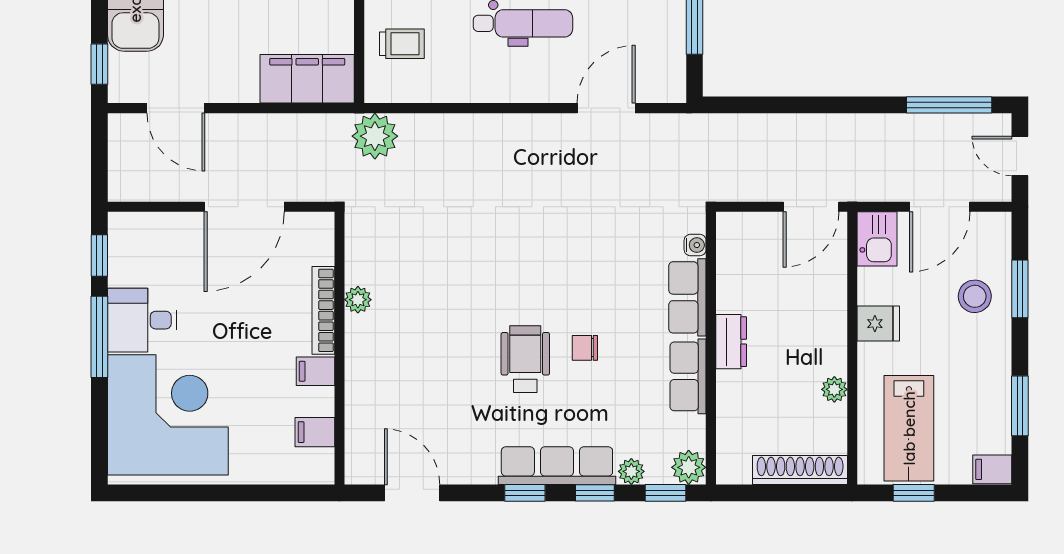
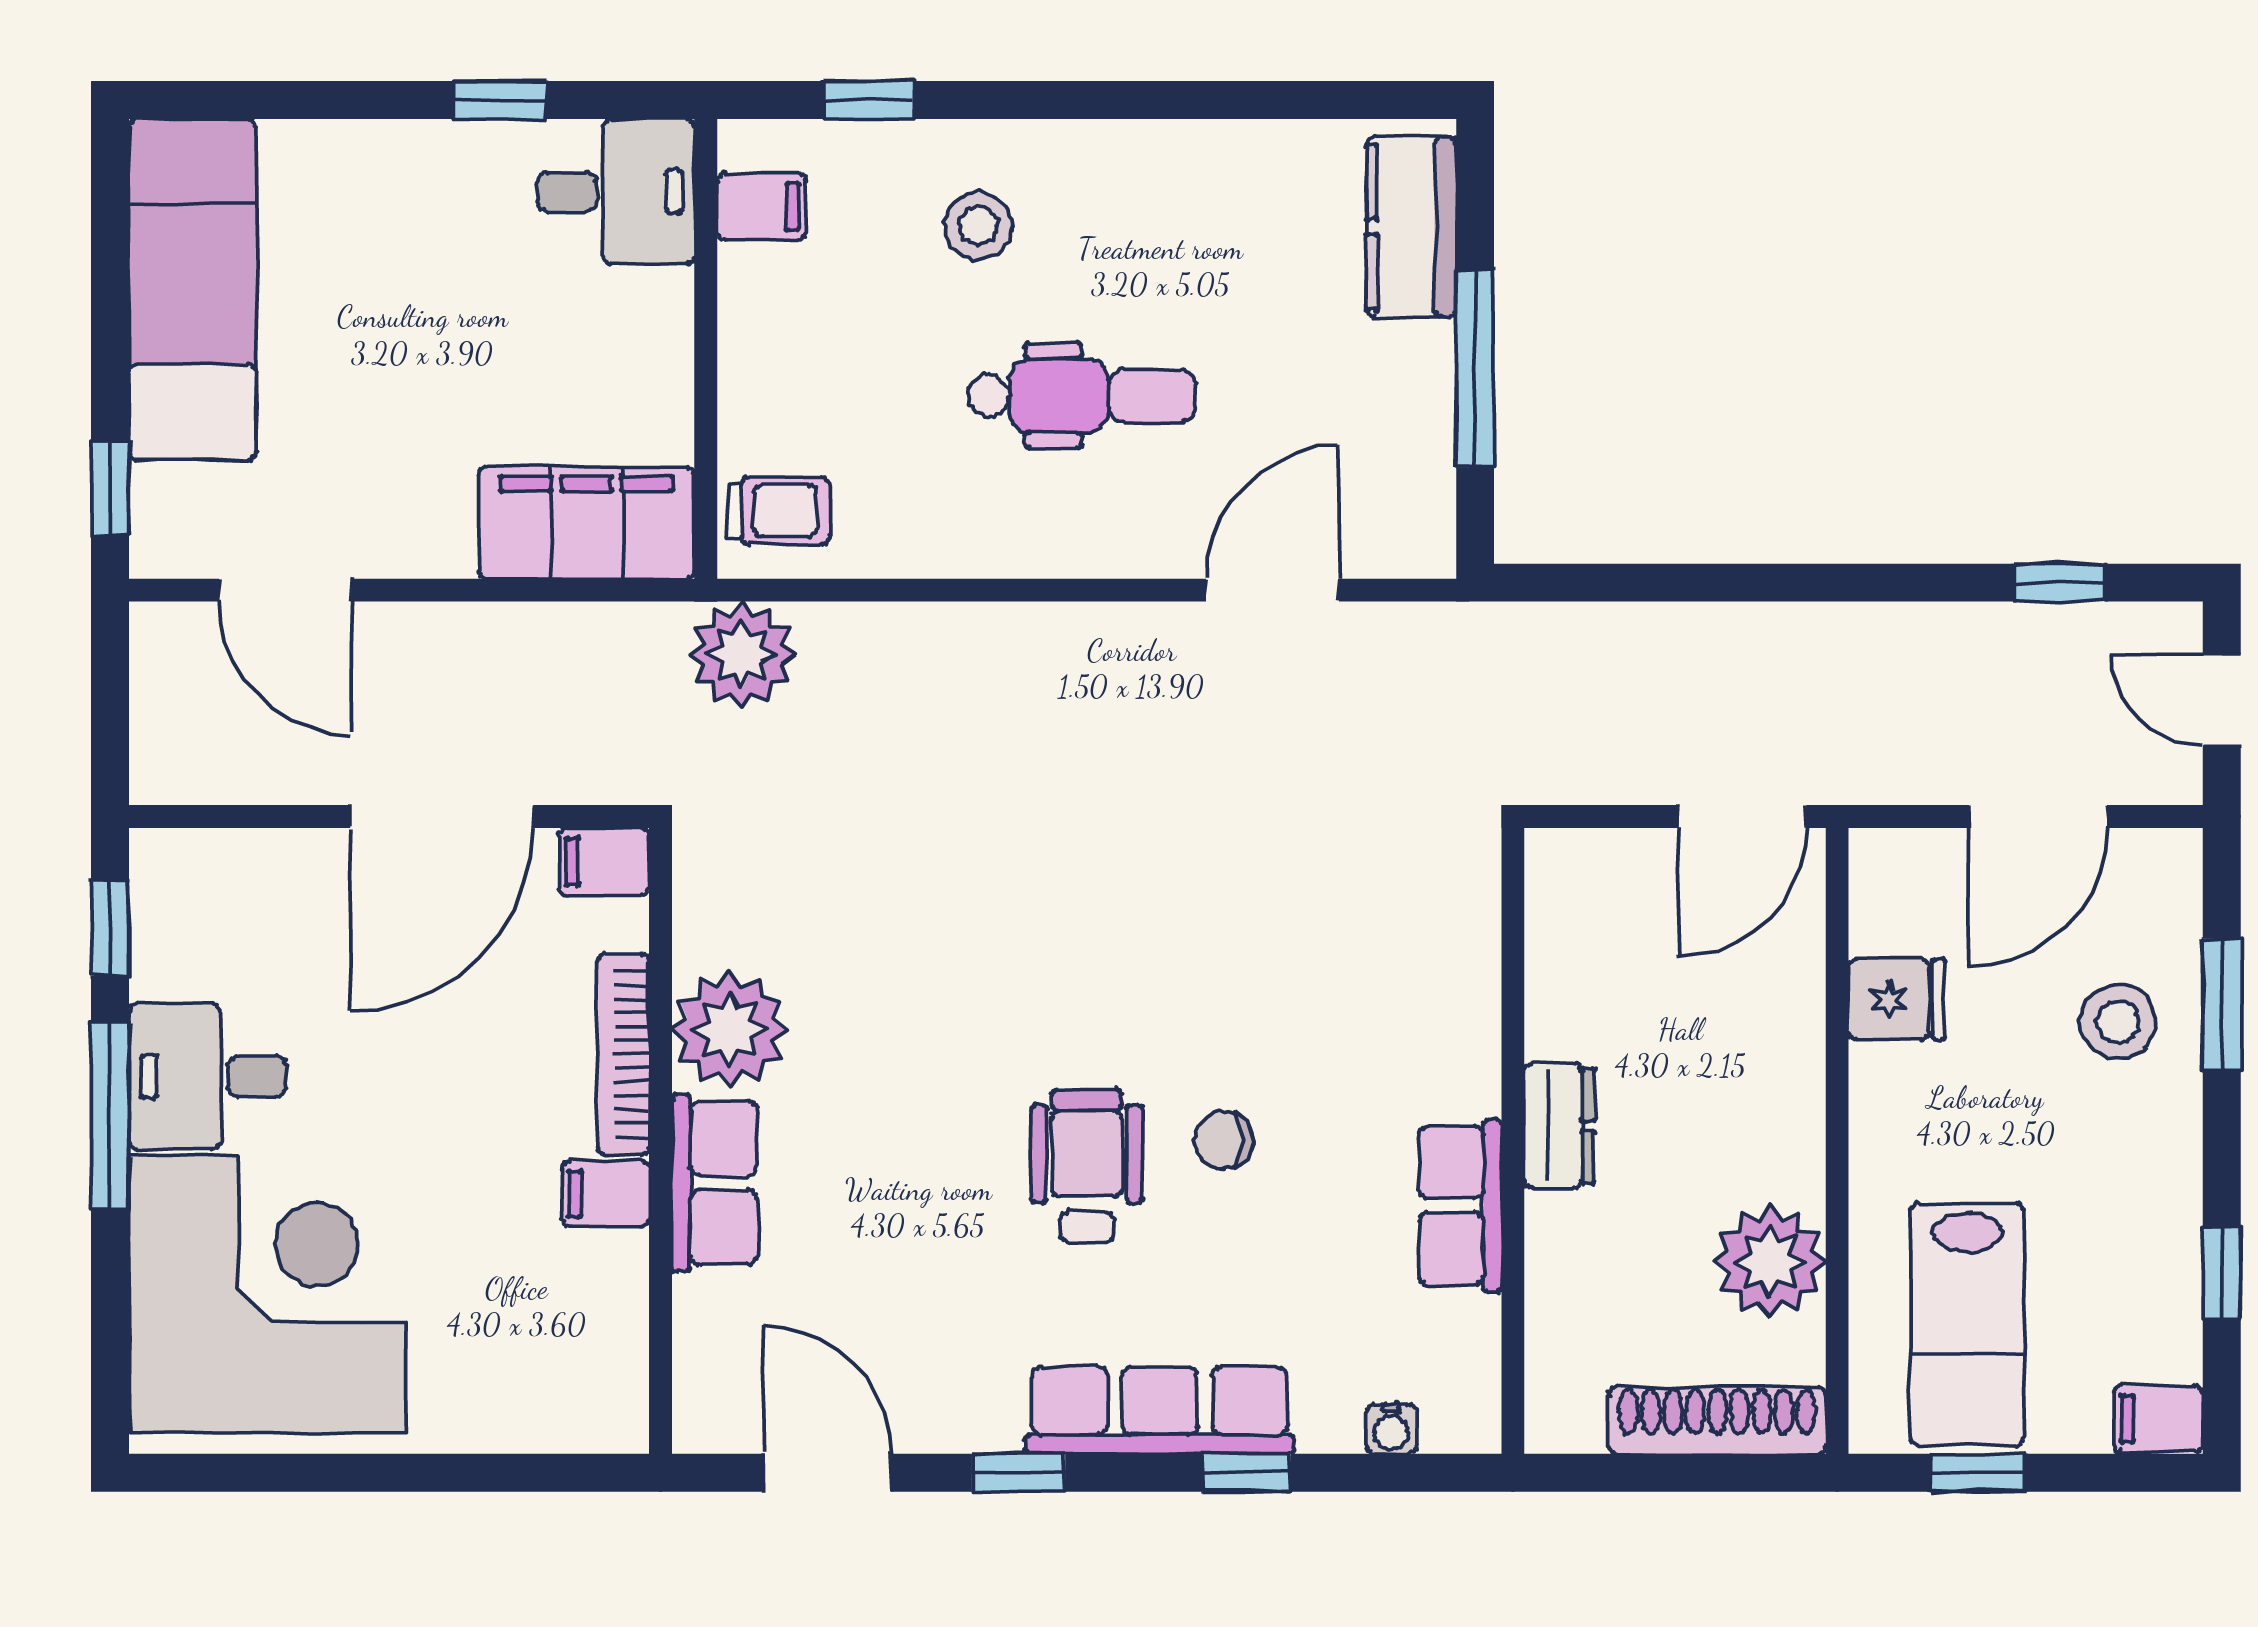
trolley: (402, 44) -> (778, 511), moved
window: (949, 105) -> (2059, 583), width x0.46
kitchen sink: (877, 239) -> (1894, 890), removed
water cooler: (695, 245) -> (1391, 1429), moved, turned 90
row of seats: (687, 297) -> (714, 1183), moved, turned 180
plant: (358, 300) -> (730, 1030), width x1.88, depth x1.88
fridge: (878, 324) -> (1897, 999), moved
plant: (834, 389) -> (1770, 1262), width x1.88, depth x1.88
window: (1020, 406) -> (2222, 1273), width x0.67
filing cabinet: (315, 432) -> (604, 862), moved
plant: (689, 467) -> (1462, 1414), removed
plant: (631, 471) -> (1330, 1424), removed
window: (525, 493) -> (1018, 1473), moved
window: (665, 493) -> (1409, 1473), removed

